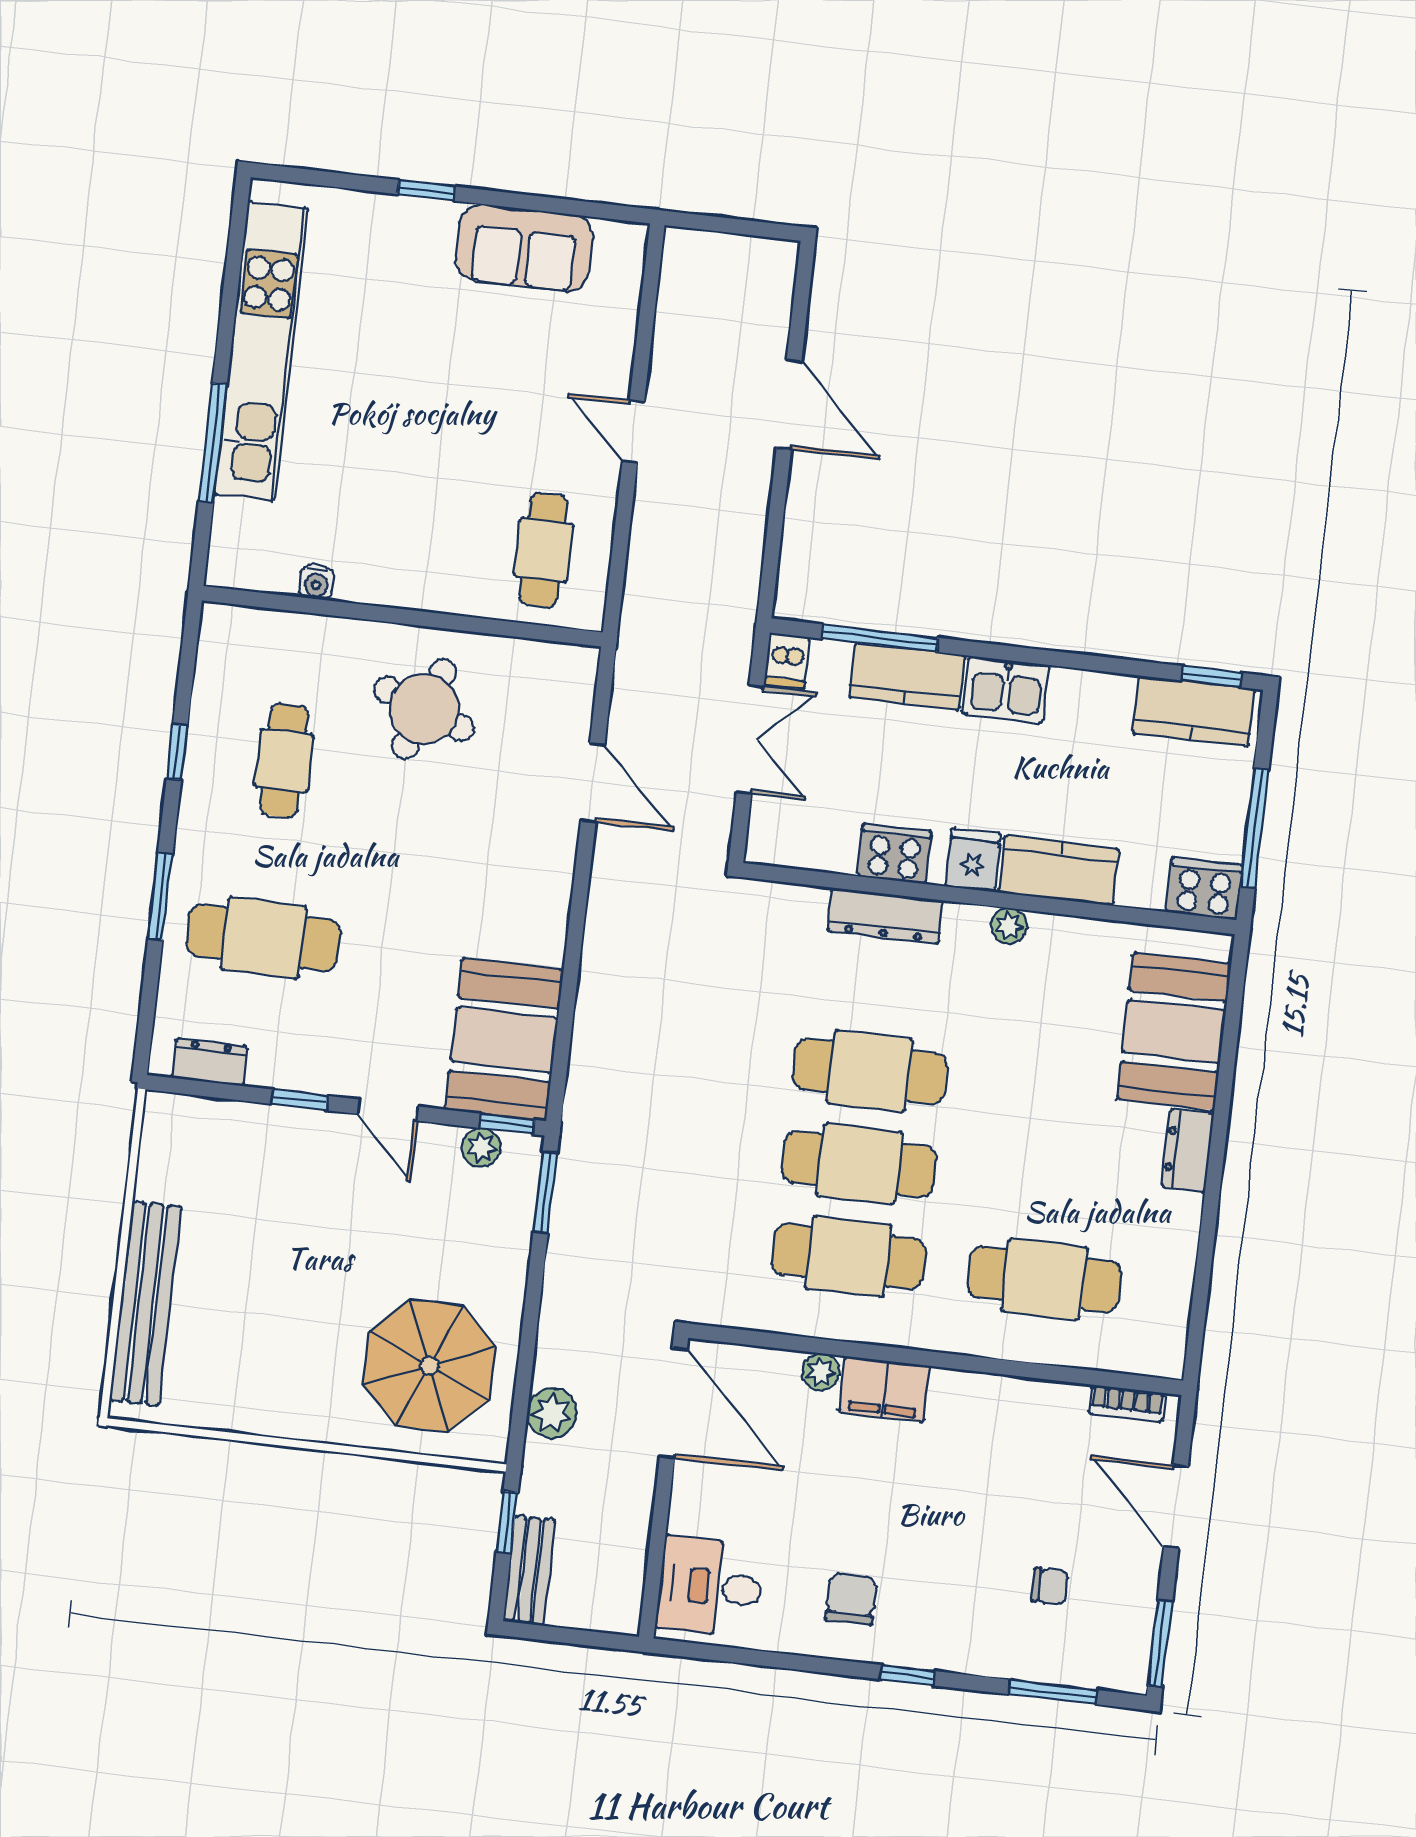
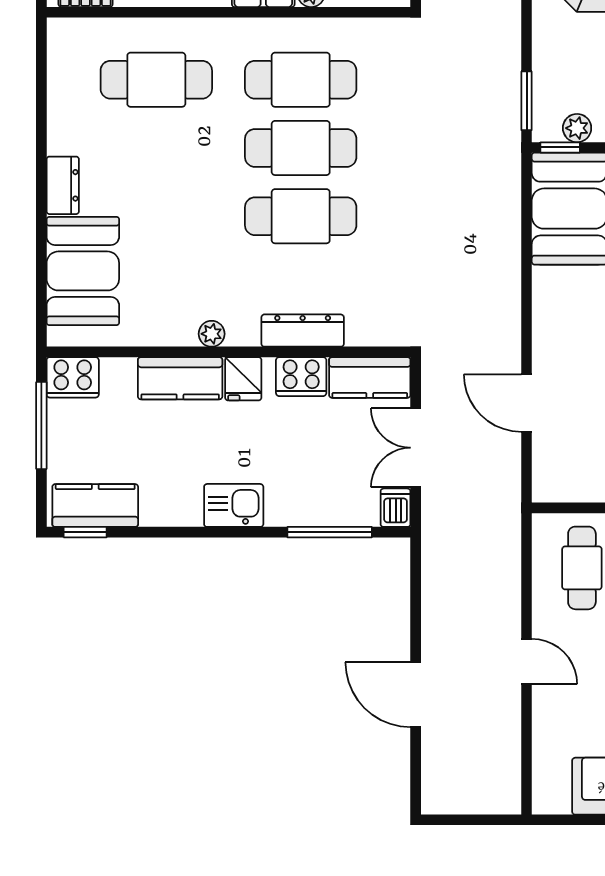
kitchen counter: (907, 676) -> (370, 377), moved, turned 180

